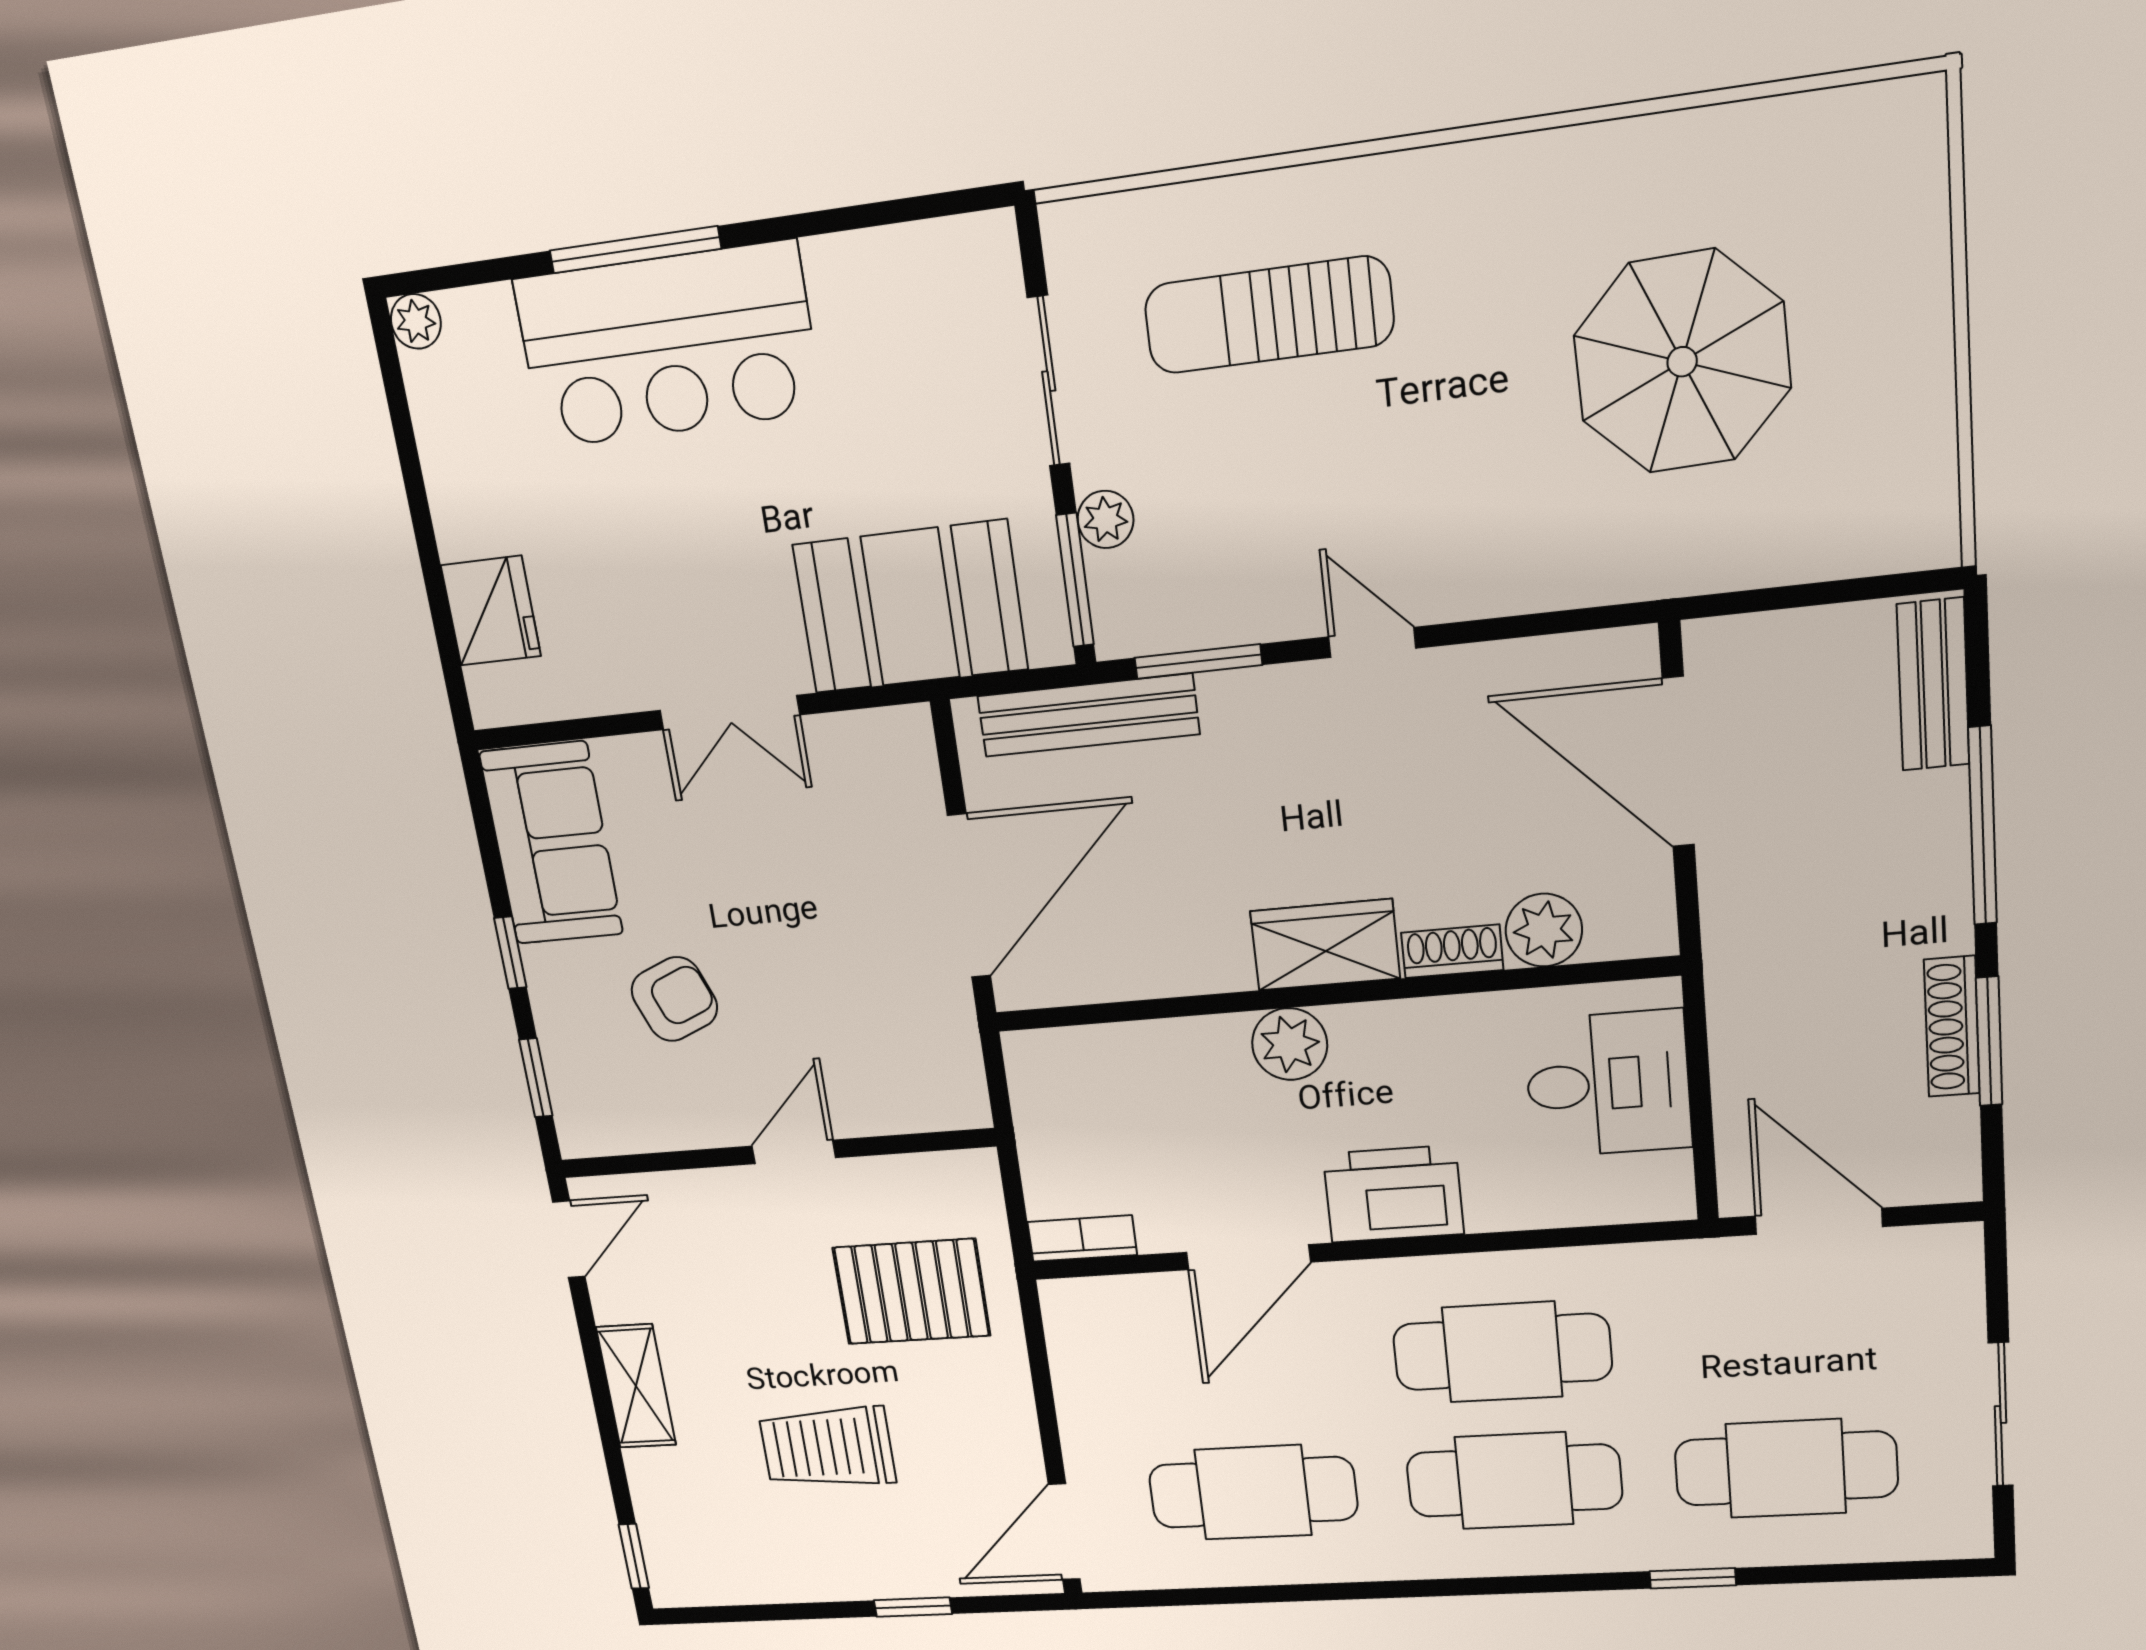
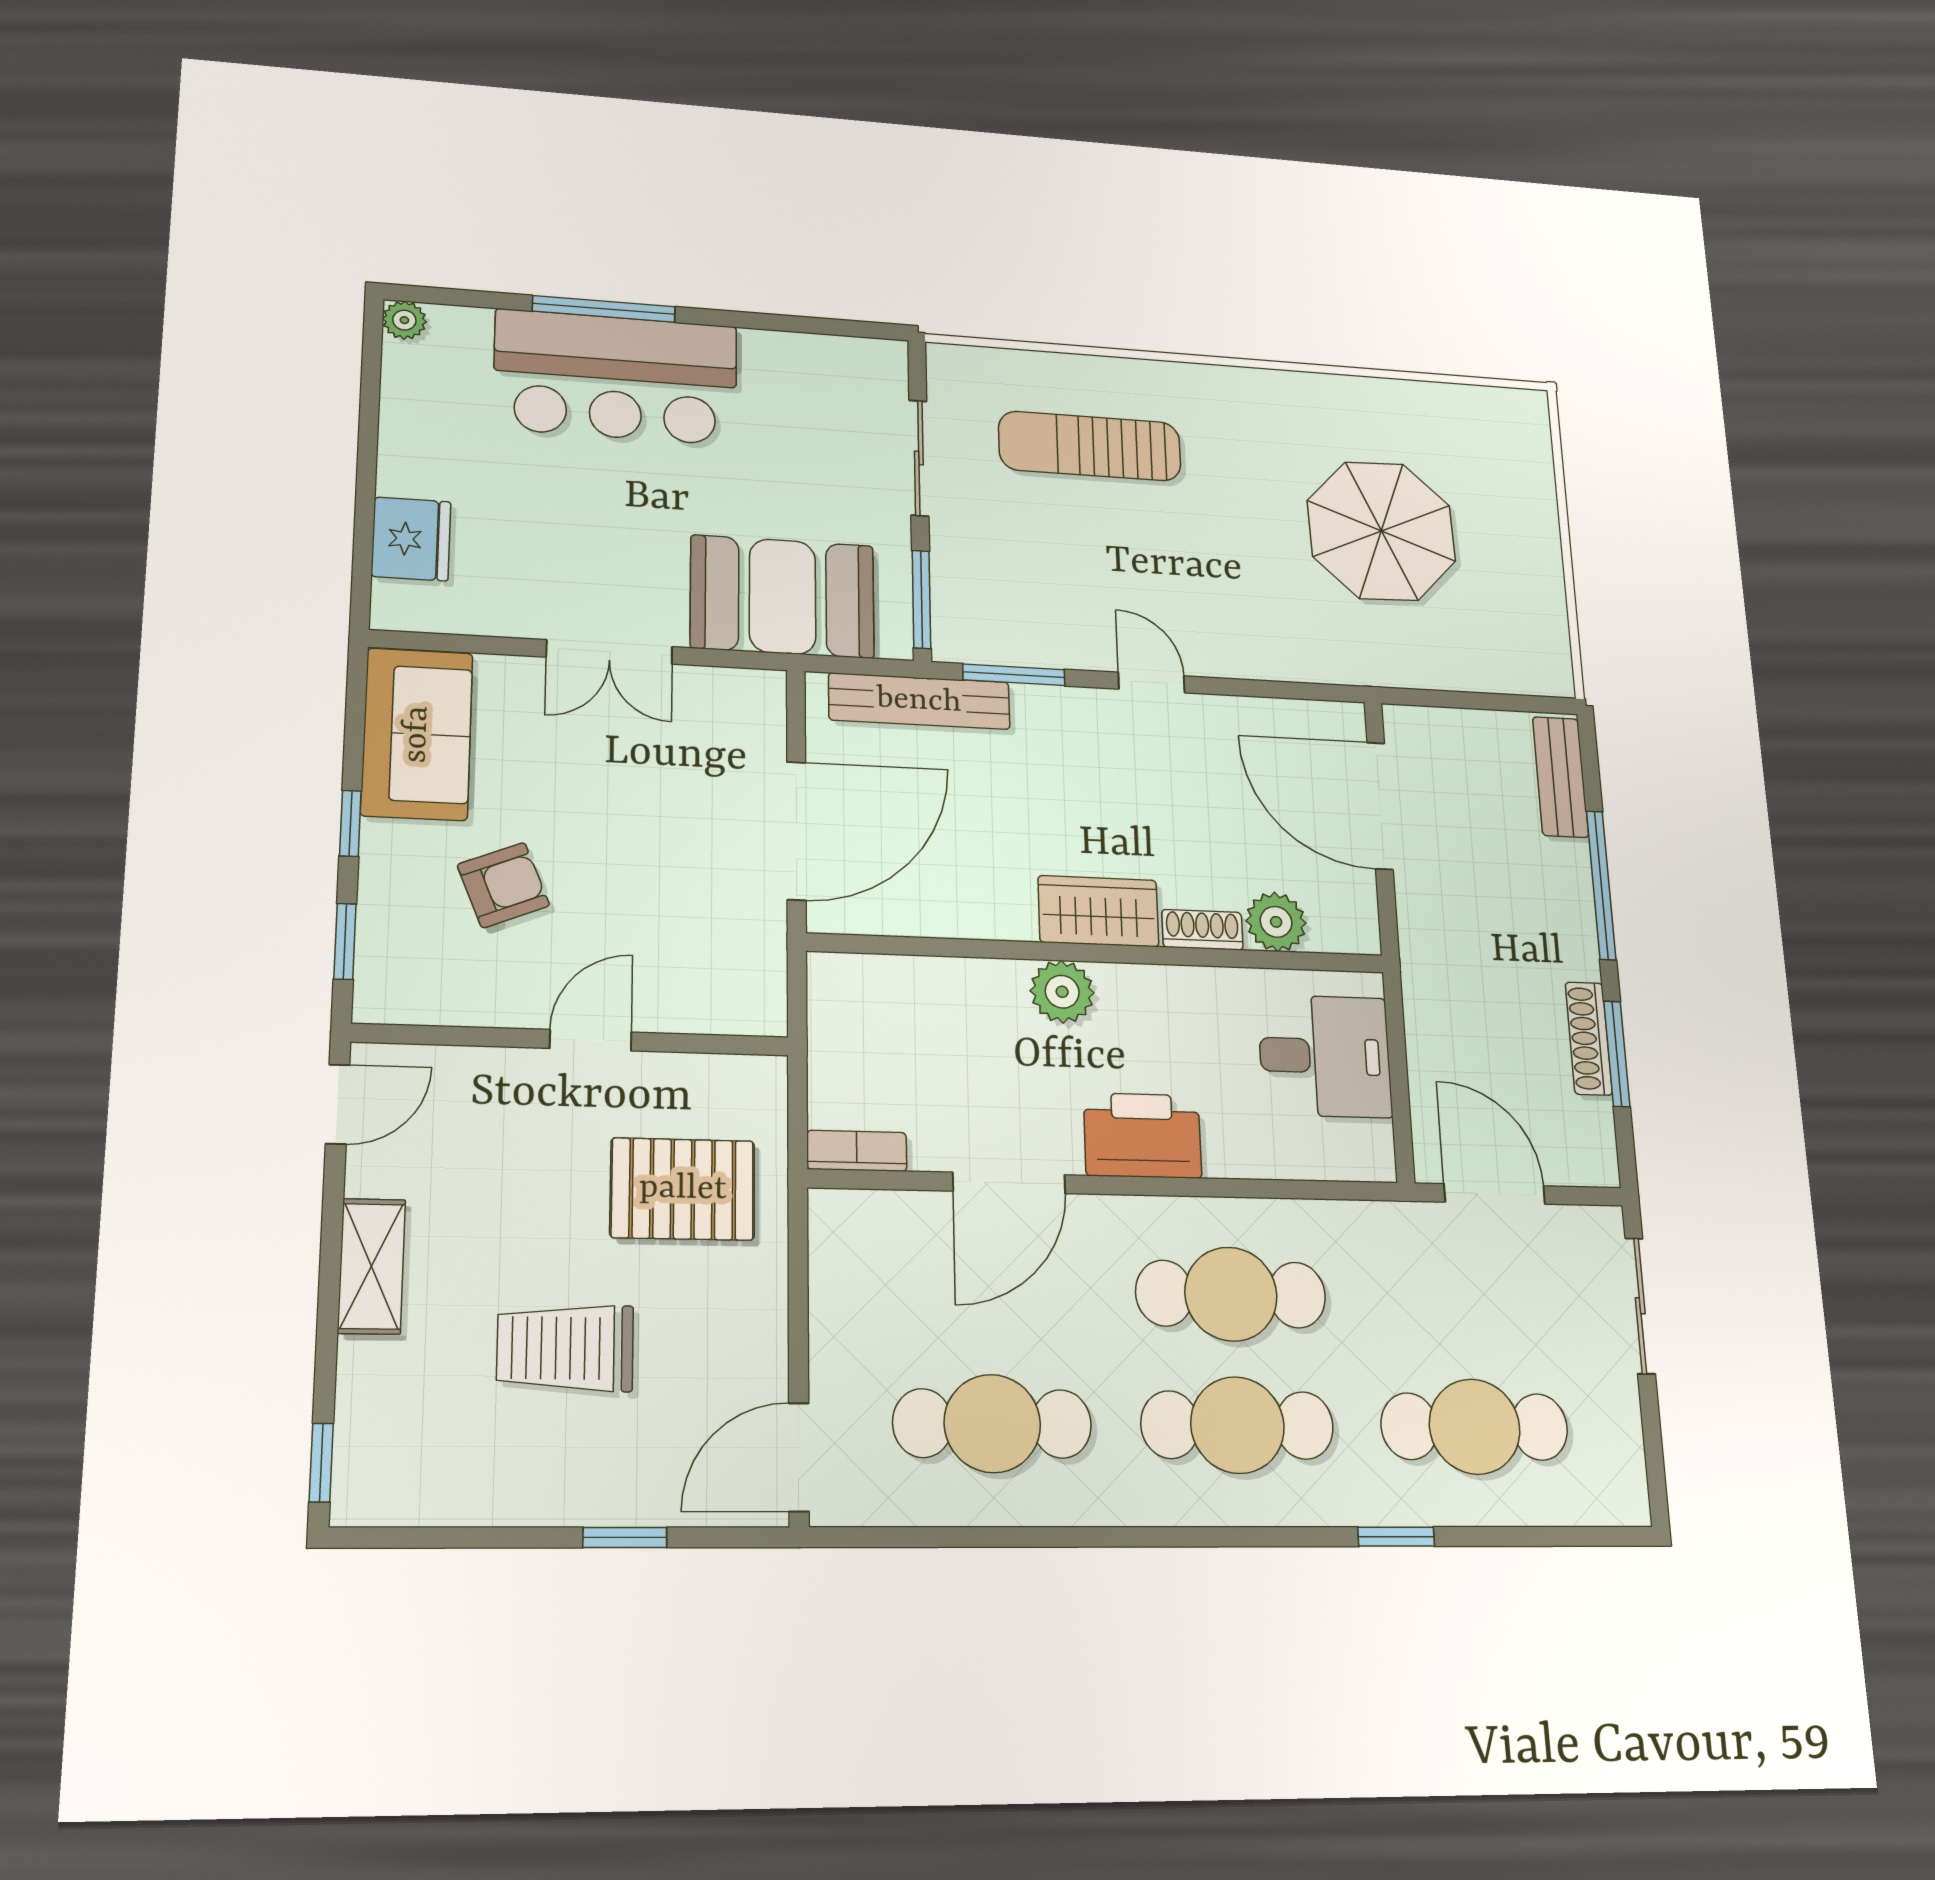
plant: (1106, 519) -> (951, 560), removed
sliding door: (2001, 1414) -> (1640, 1306), moved

